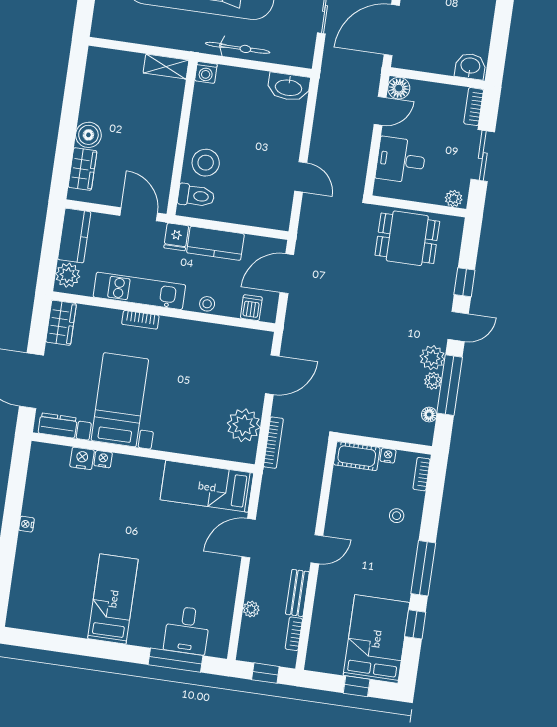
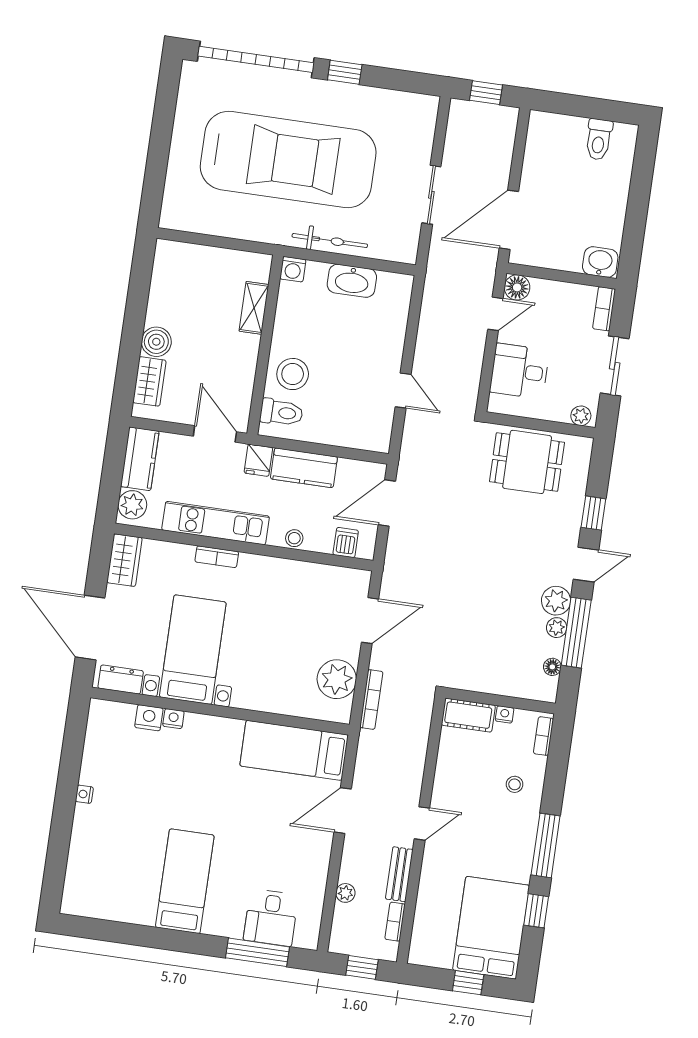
shelving: (166, 67) -> (254, 308), moved, turned 90
washbasin: (289, 87) -> (352, 281), moved

